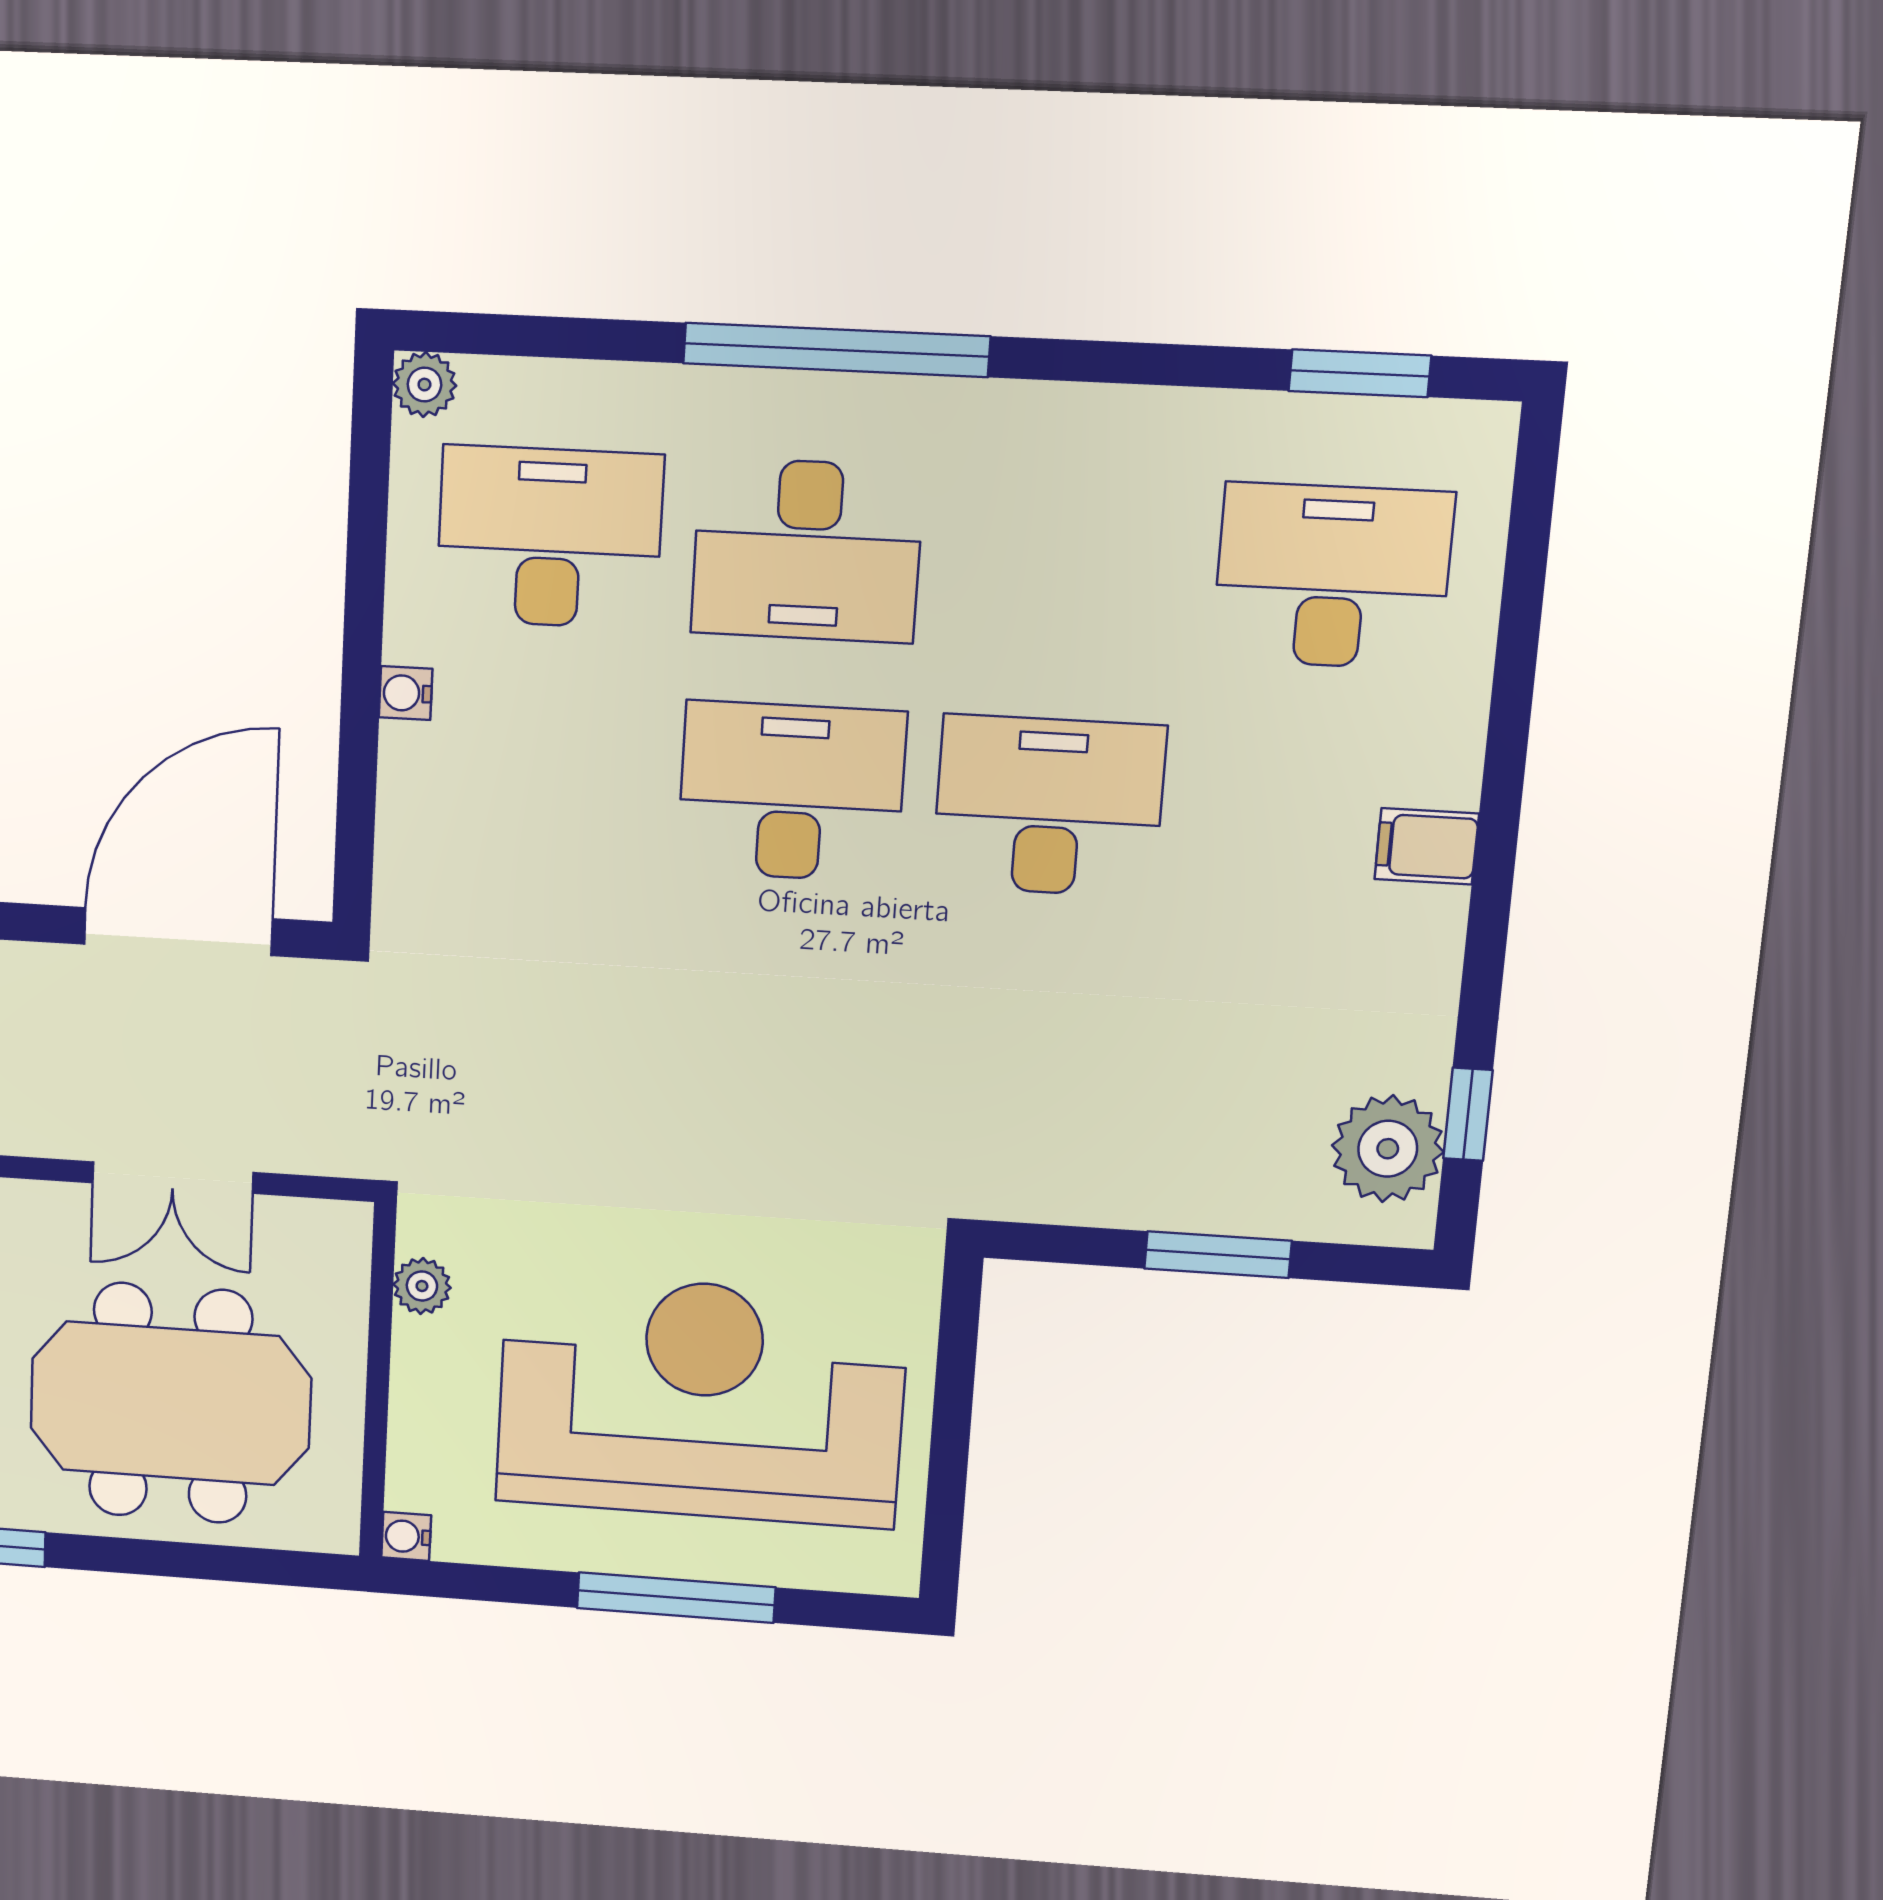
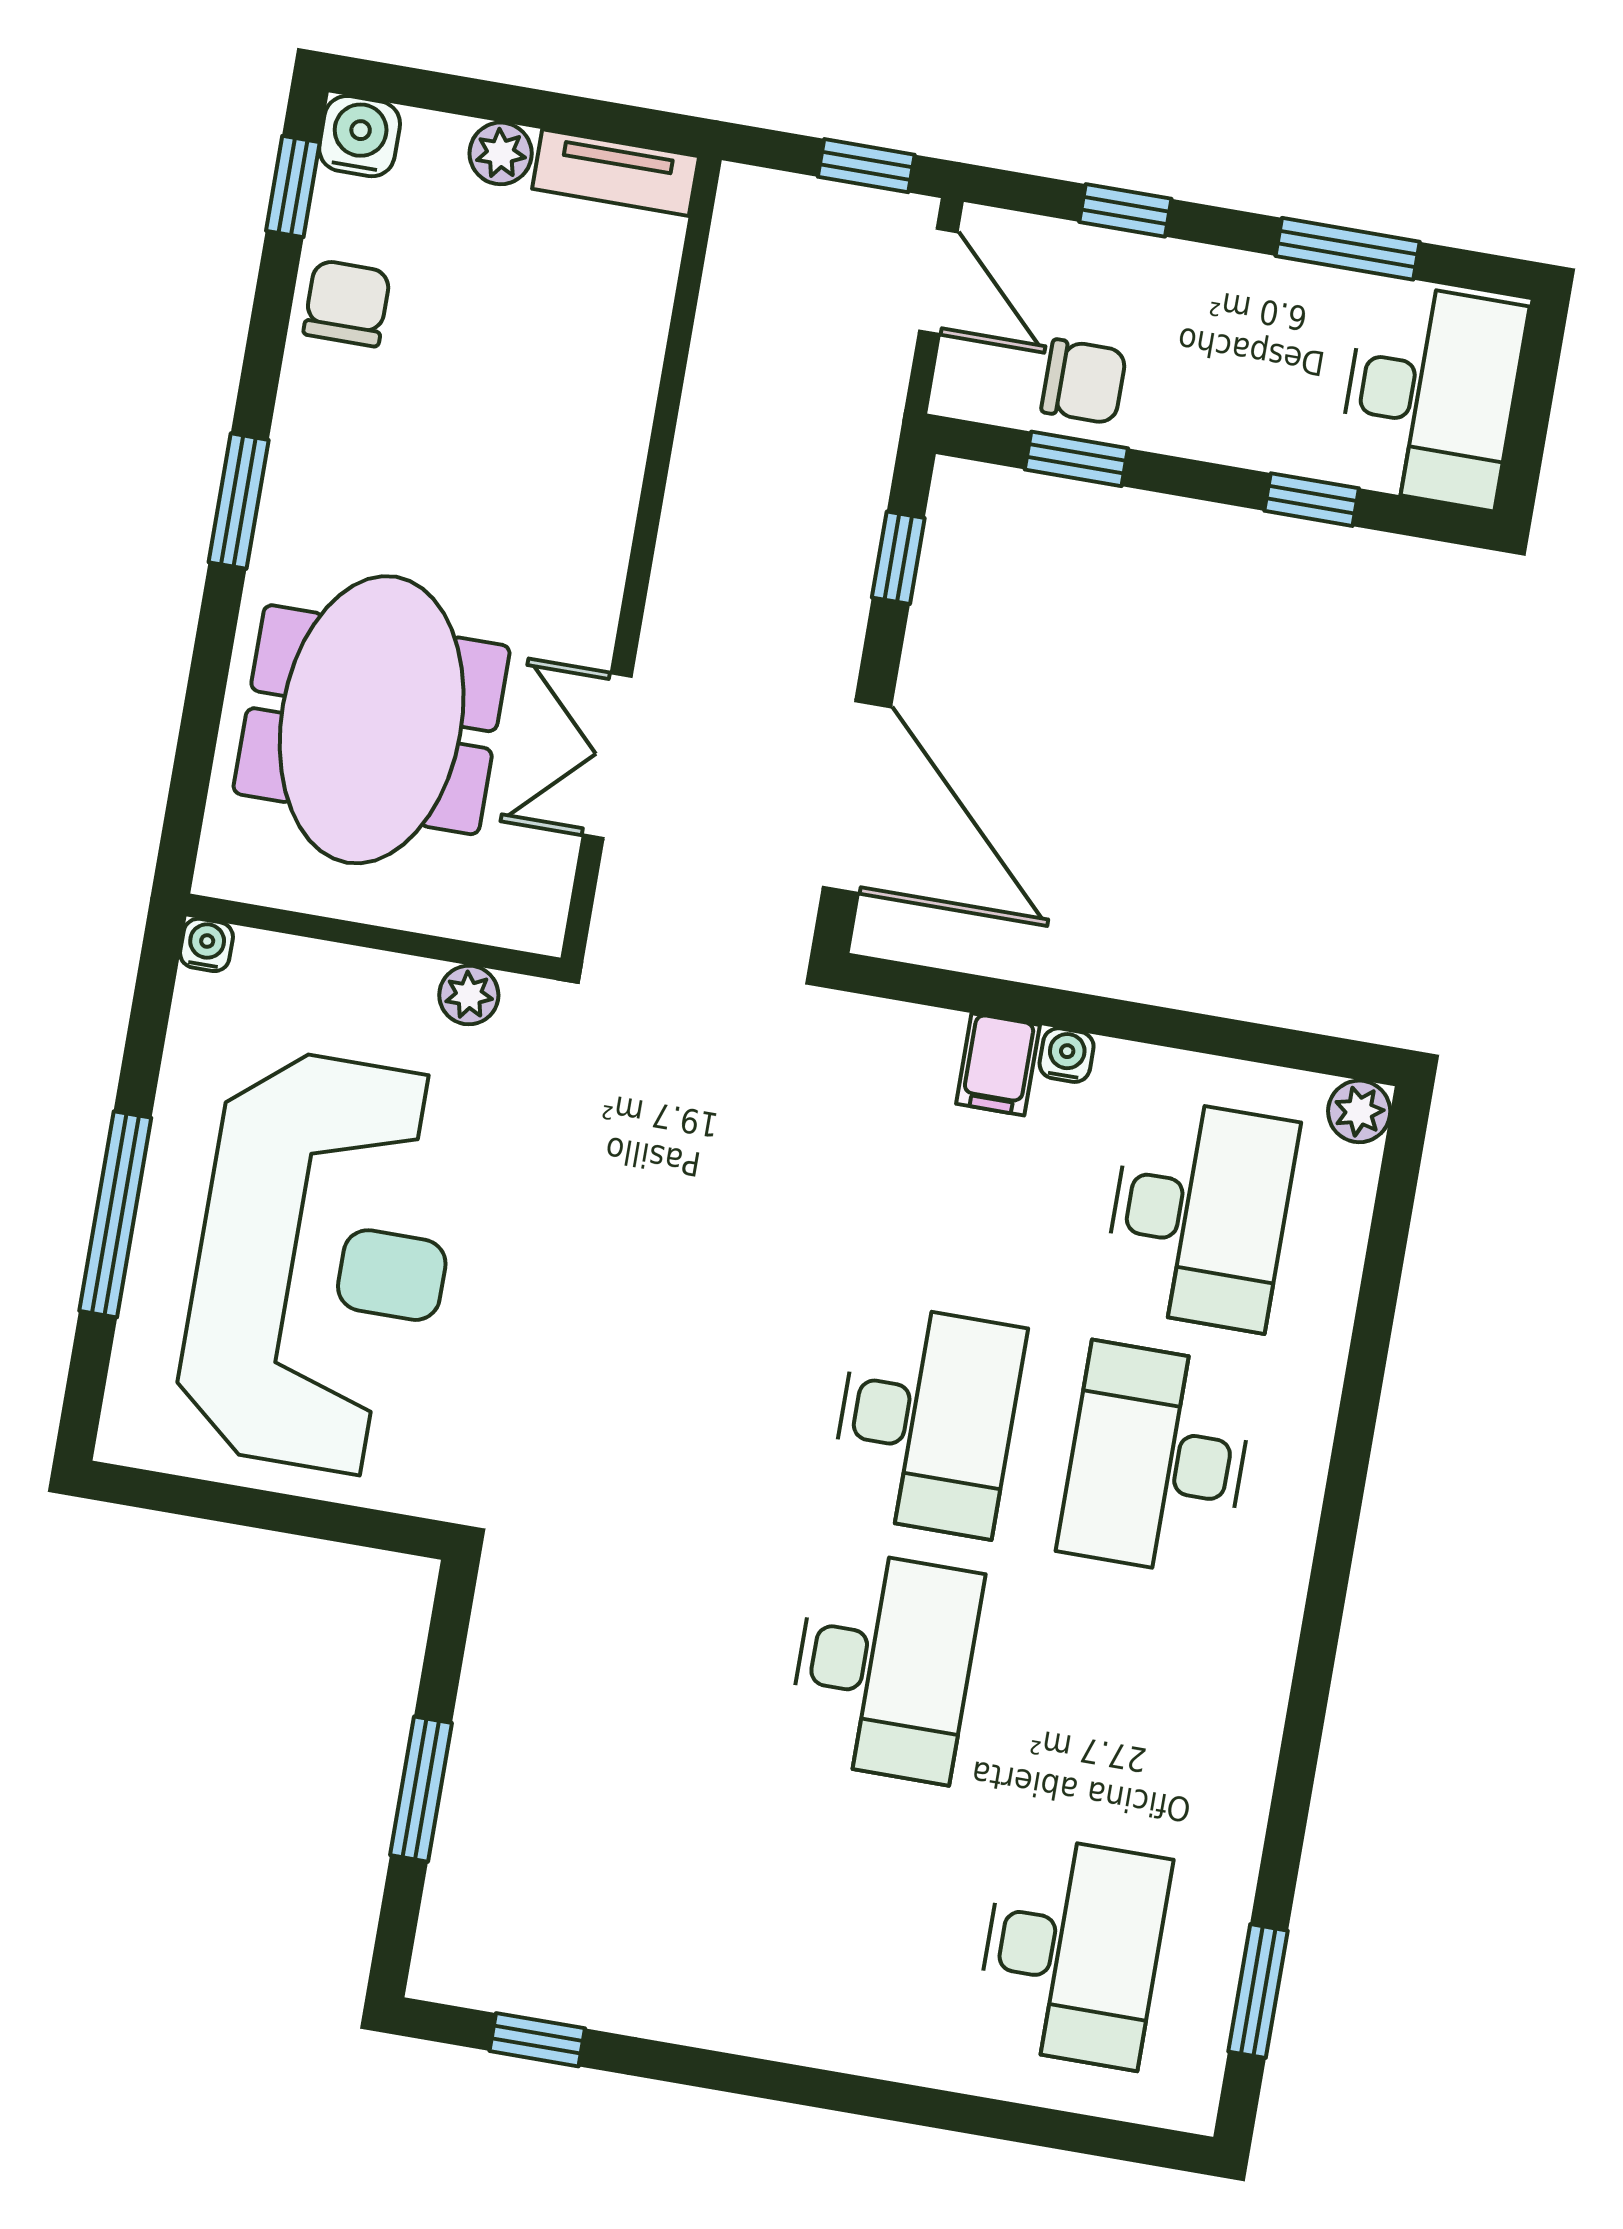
window: (836, 350) -> (1342, 1507), removed
filing cabinet: (1427, 846) -> (998, 1064), moved, turned 180
plant: (1388, 1149) -> (511, 1961), removed

